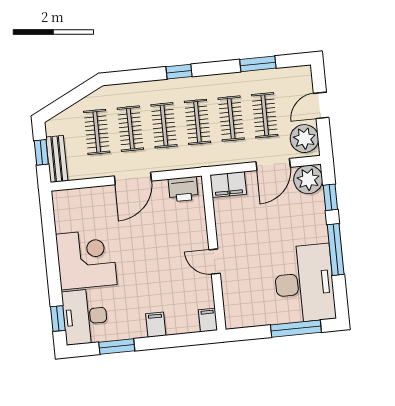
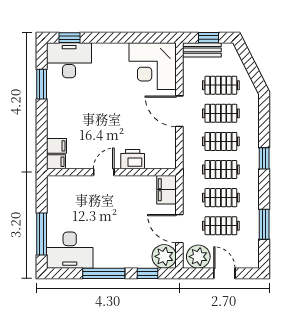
printer: (183, 189) -> (133, 159), moved, turned 90
corner desk: (86, 259) -> (153, 66), moved, turned 90
desk: (304, 284) -> (70, 250), width x0.73, depth x0.77
filing cabinet: (156, 325) -> (57, 146), moved

